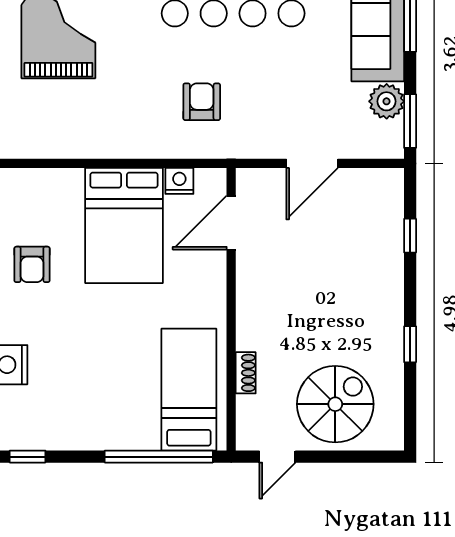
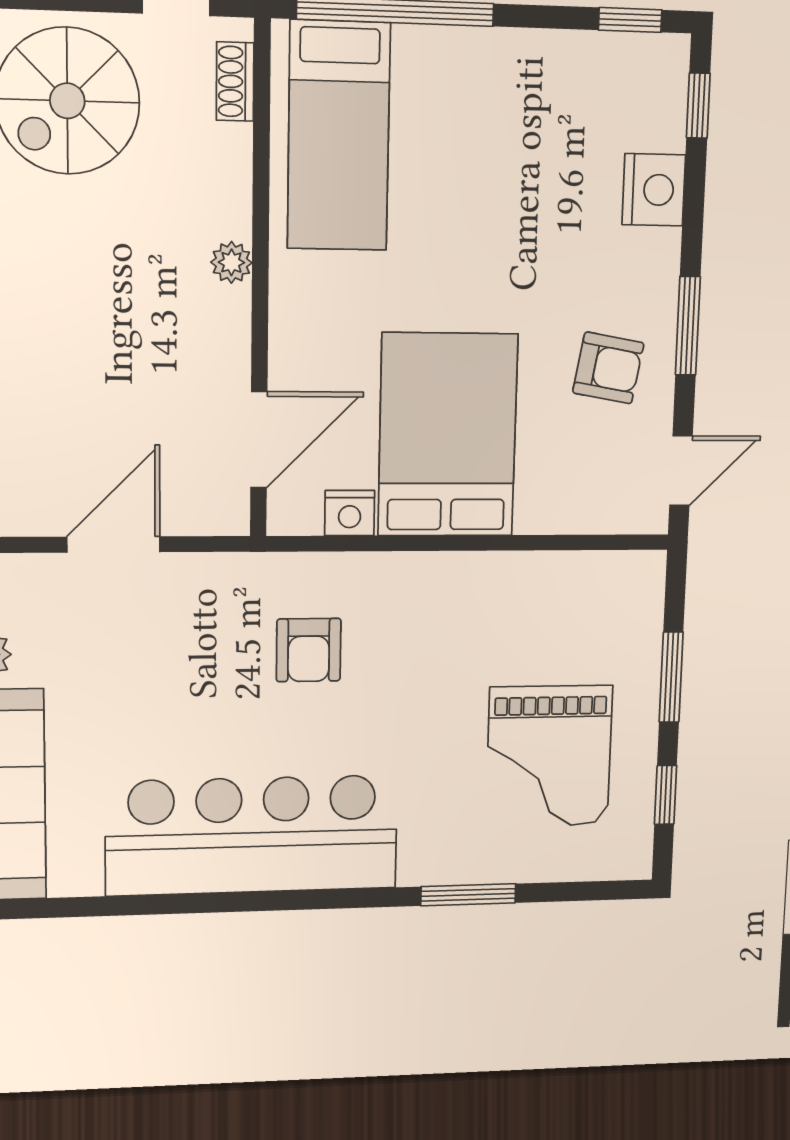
armchair: (32, 264) -> (608, 368), turned 100
plant: (247, 320) -> (231, 262), added
shoe rack: (246, 373) -> (235, 82), moved

